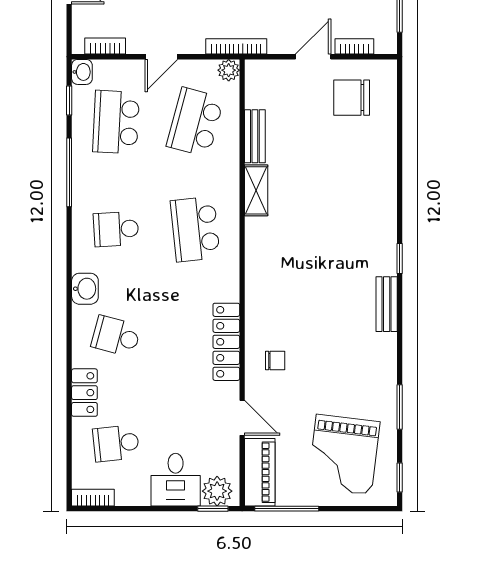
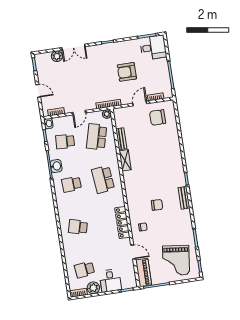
school desk: (116, 122) -> (65, 141), width x0.54
washbasin: (85, 289) -> (56, 166), moved
chair: (318, 312) -> (157, 205), added
locker: (84, 393) -> (69, 251), removed
plant: (217, 491) -> (93, 288), moved

